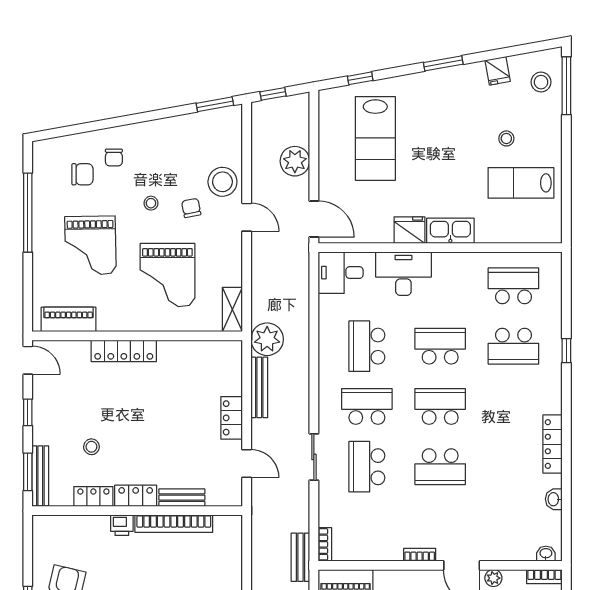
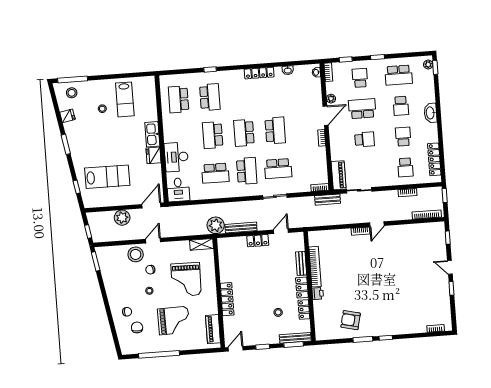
grand piano: (167, 275) -> (186, 279), turned 91
school desk: (367, 406) -> (247, 171), turned 180

